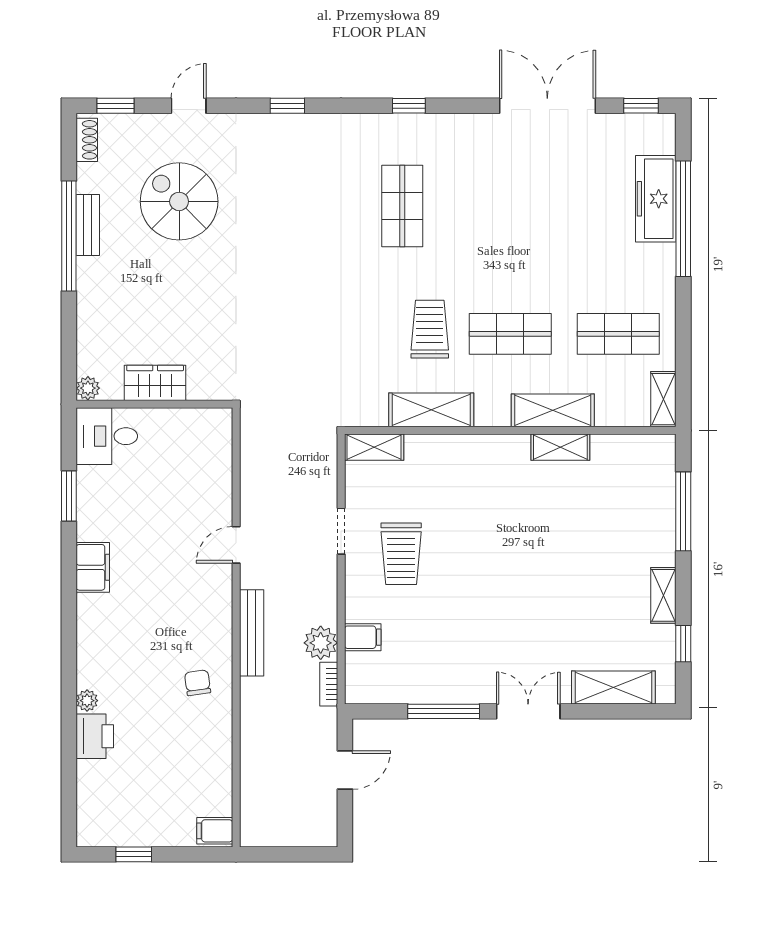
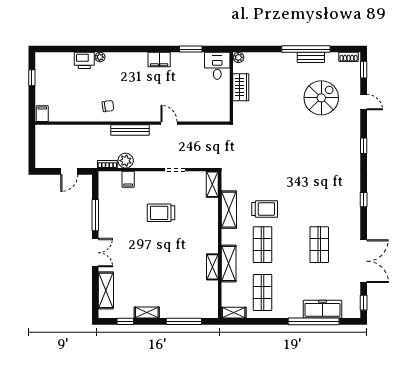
shop shelf: (402, 206) -> (319, 245), moved, turned 90
trolley: (401, 554) -> (161, 213), moved
door: (345, 770) -> (69, 171), hinge flipped

